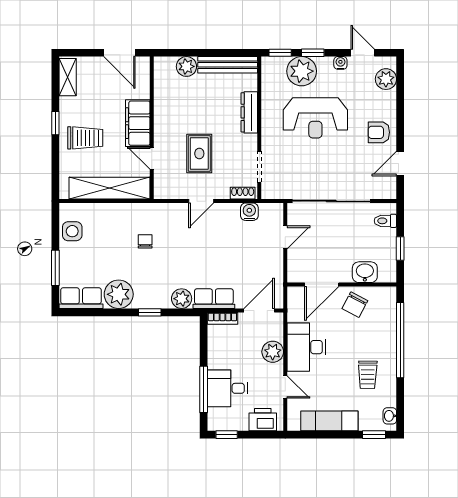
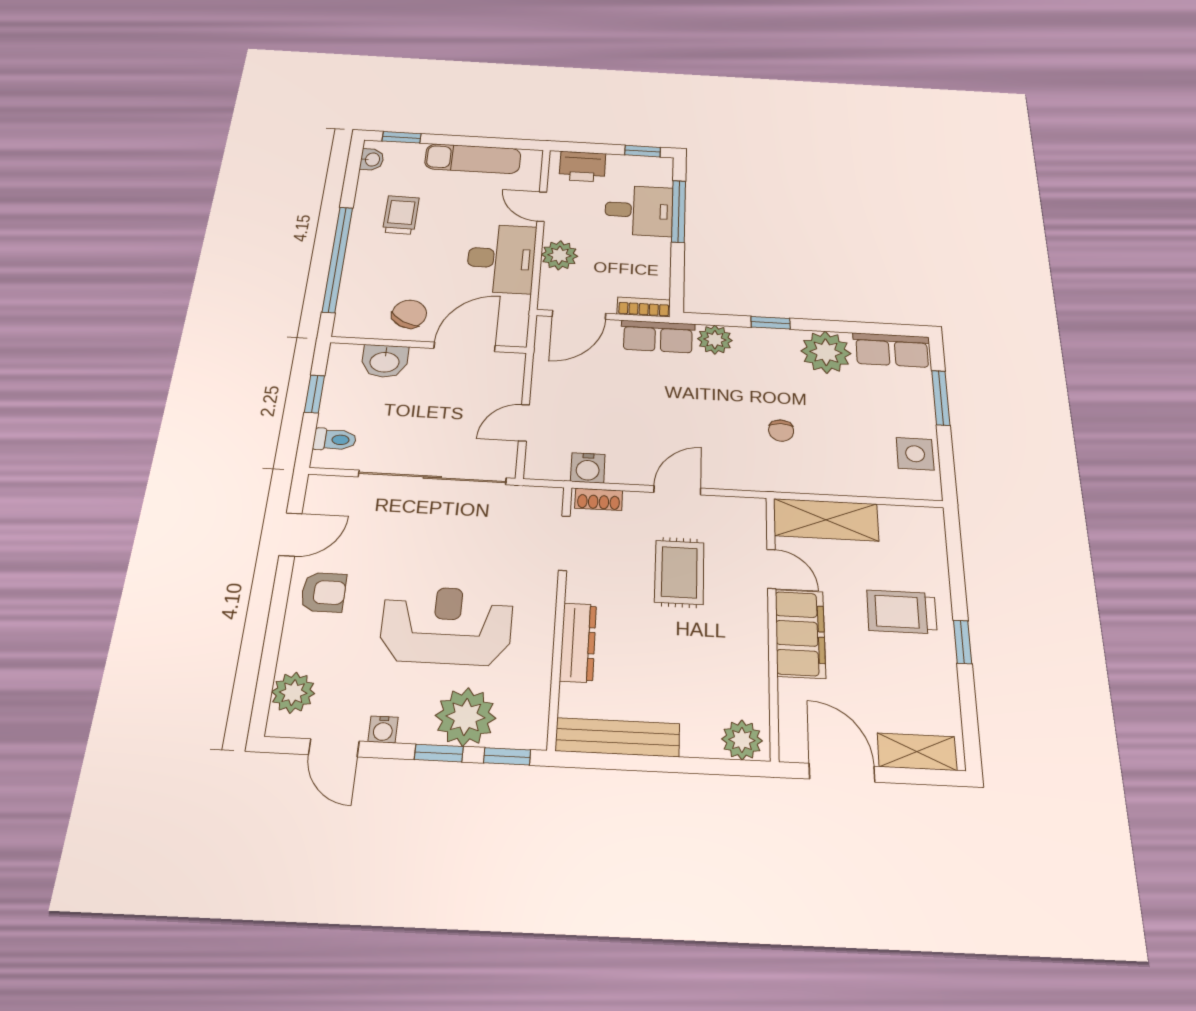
plant: (186, 66) -> (742, 740), moved
shelving: (68, 77) -> (917, 752), moved, turned 90
shelving: (110, 188) -> (826, 520), width x0.68

